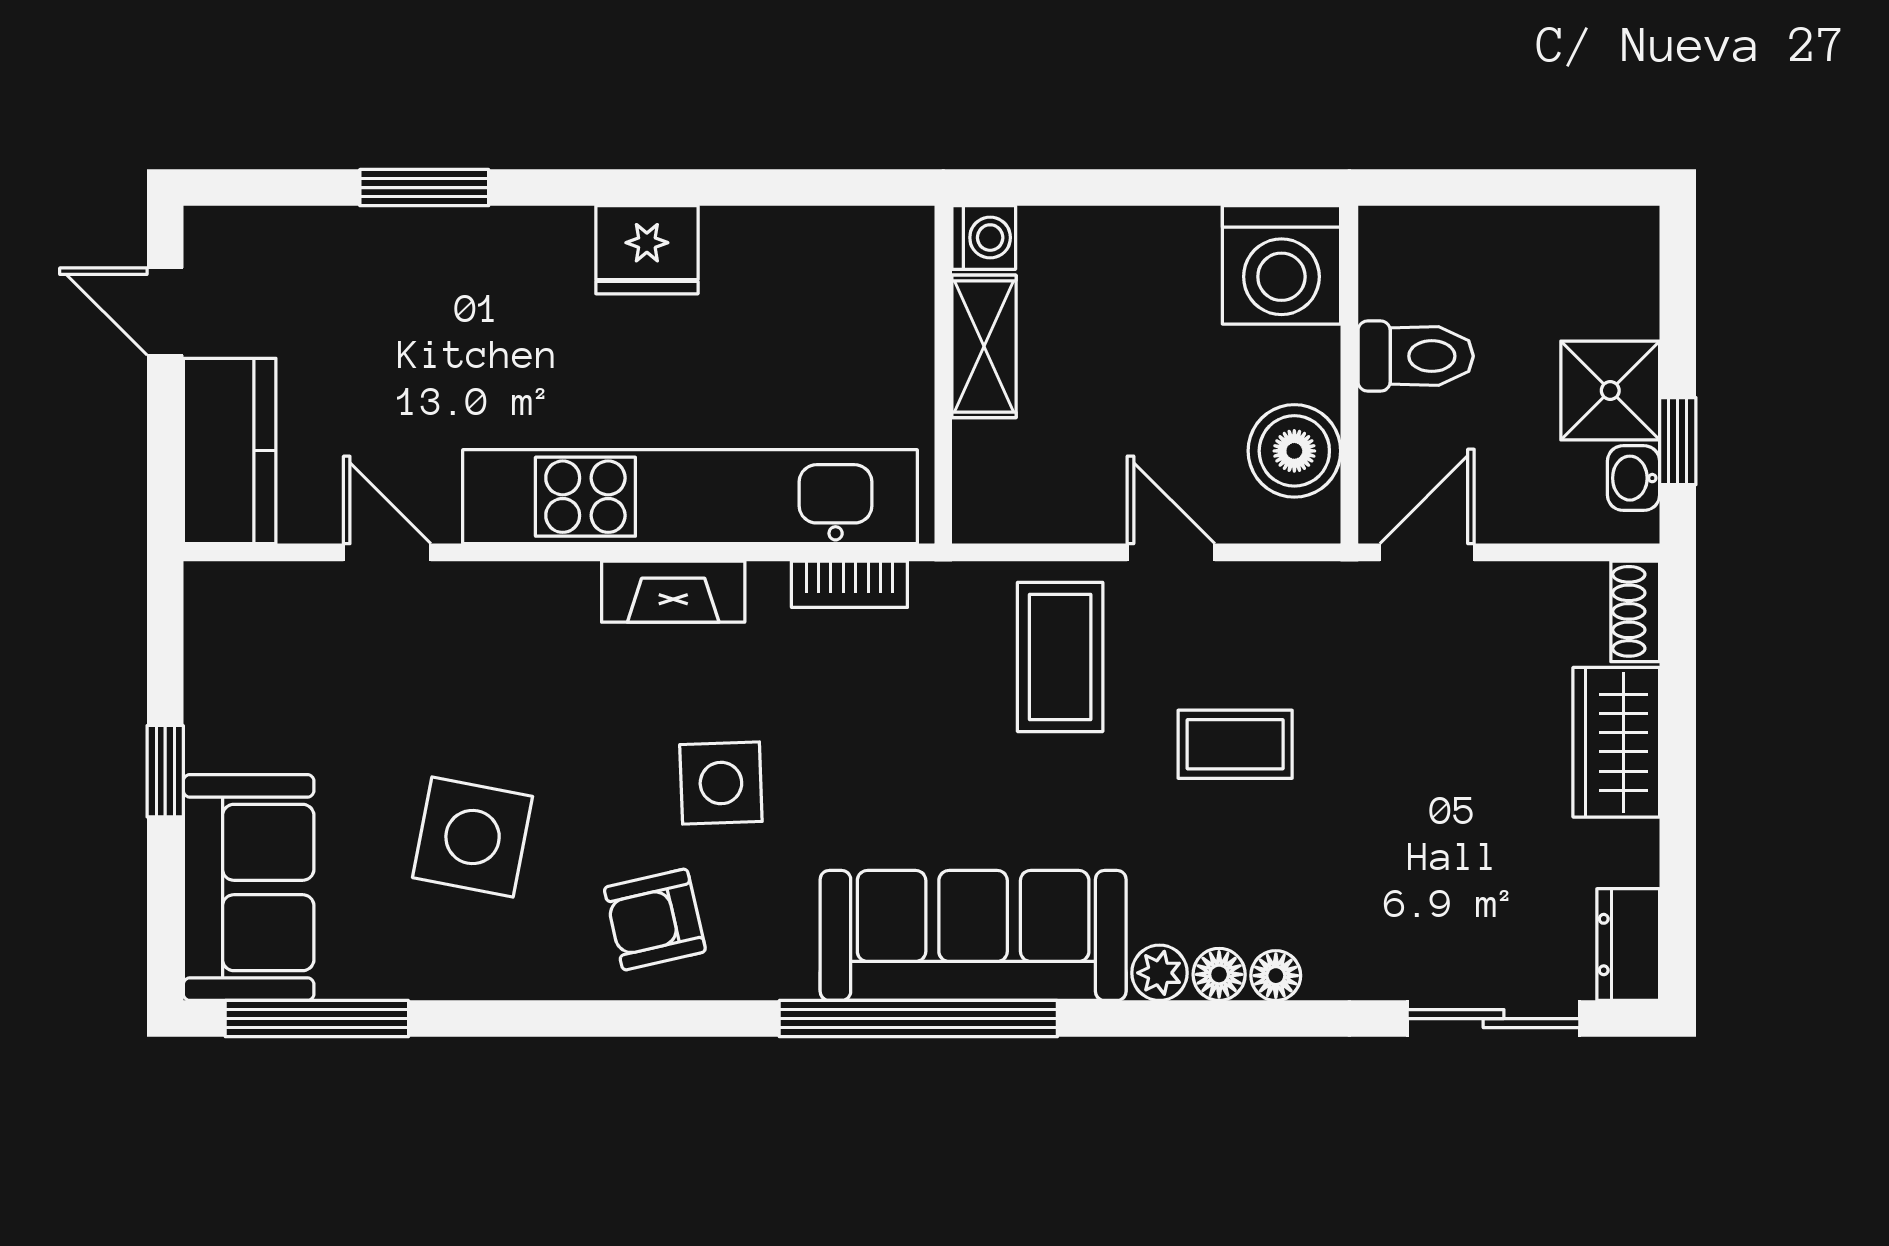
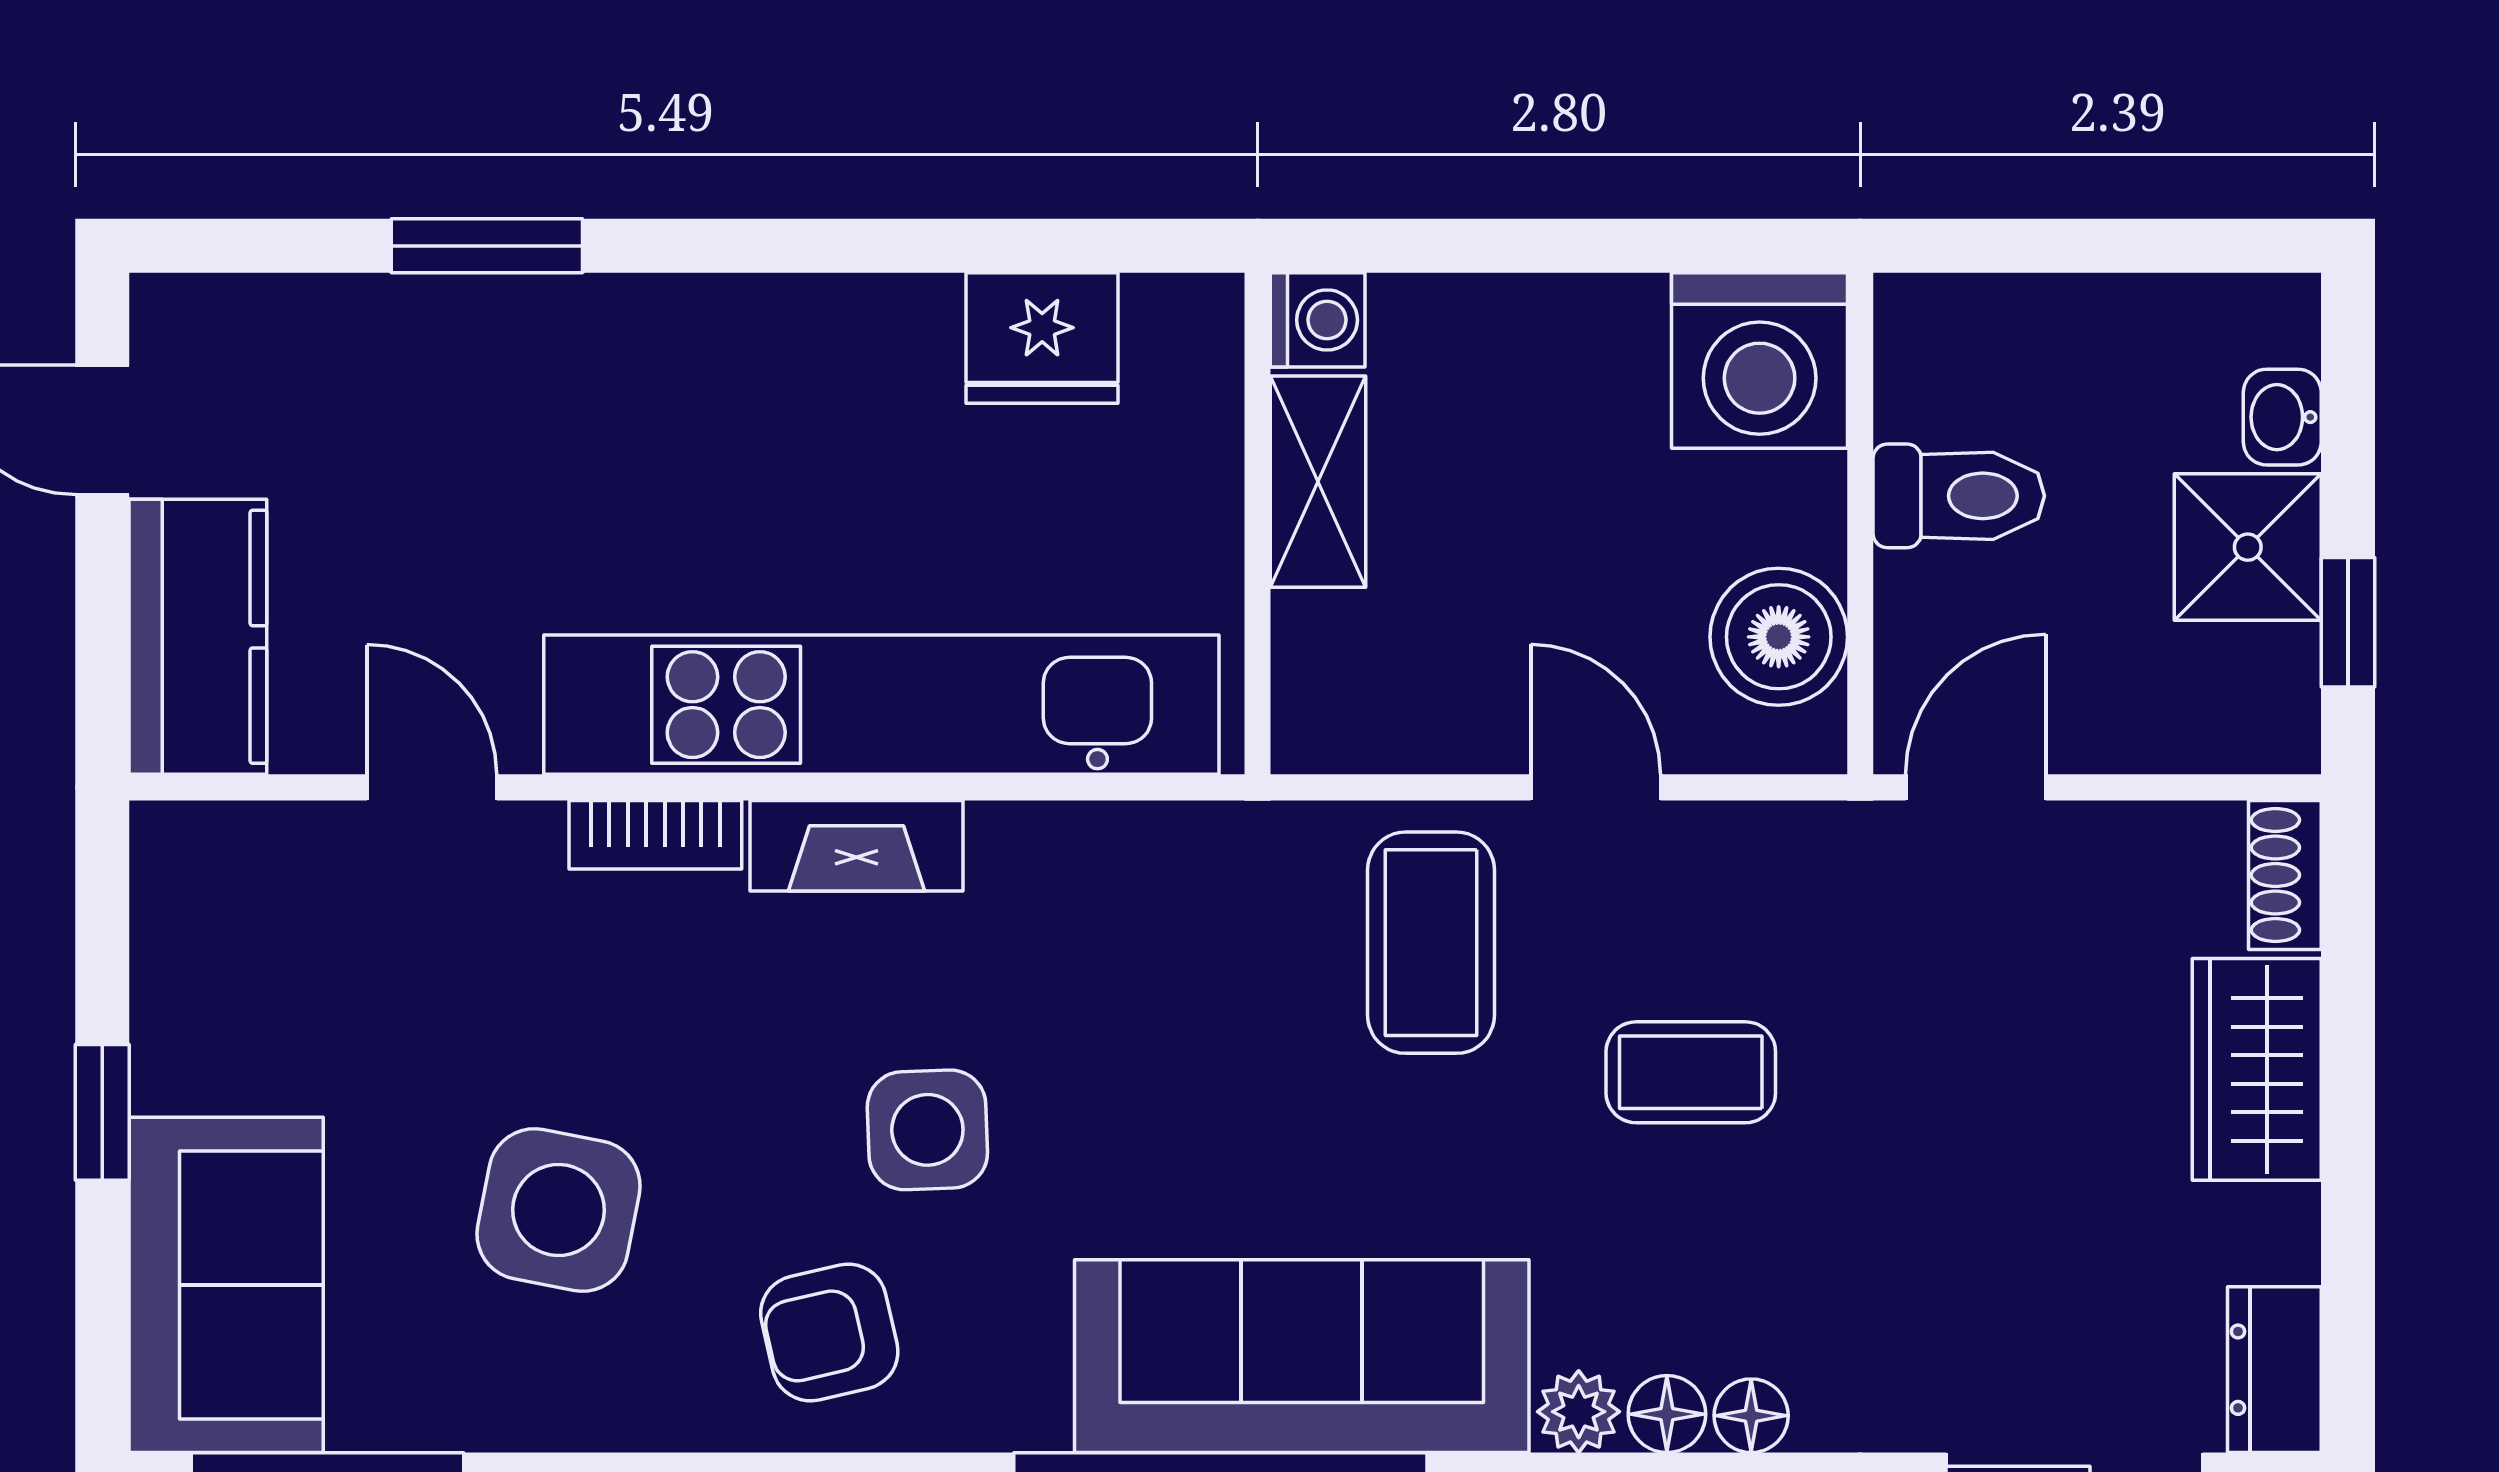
fridge: (647, 250) -> (1042, 338), moved
washbasin: (1634, 478) -> (2282, 417), moved
bookcase: (849, 584) -> (655, 835), moved

